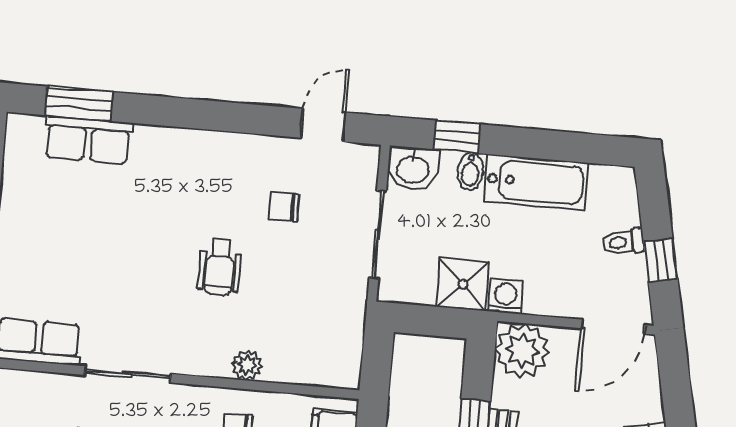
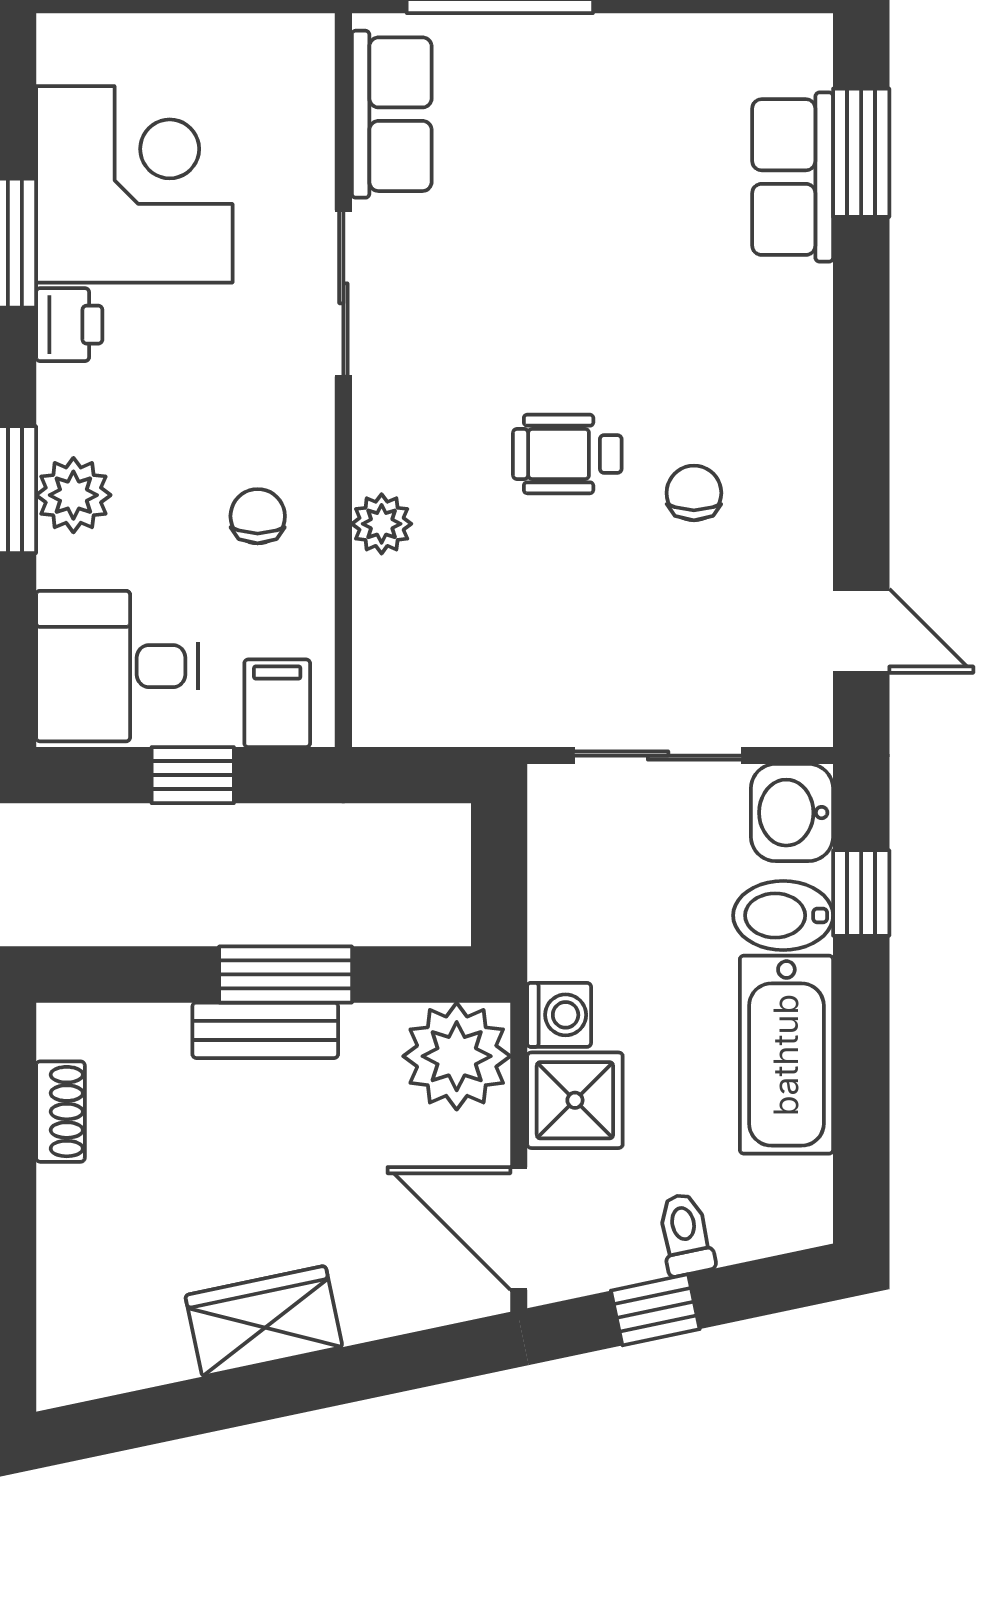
bidet: (470, 171) -> (783, 915), width x1.38, depth x1.36
chair: (284, 207) -> (694, 493), moved
shower: (463, 285) -> (575, 1100), moved

